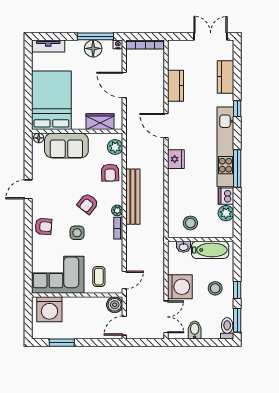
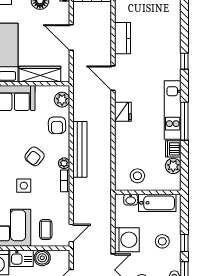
kitchen counter: (226, 77) -> (173, 29), removed
wardrobe: (100, 122) -> (40, 74), width x1.50
kitchen unit: (225, 147) -> (173, 110), width x0.73
kitchen sink: (75, 305) -> (21, 258), added
boiler: (115, 305) -> (42, 258), moved

